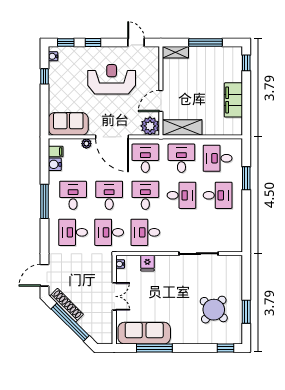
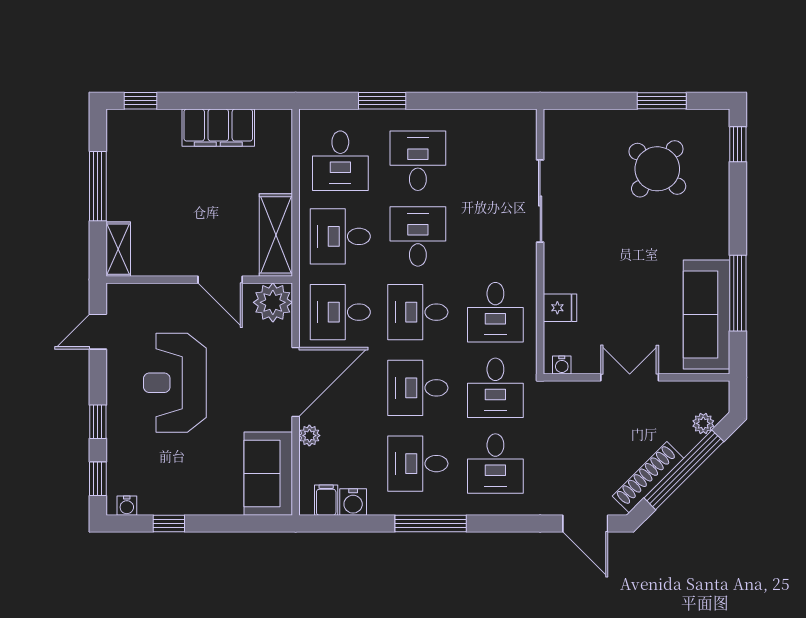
plant: (92, 332) -> (703, 423), added

